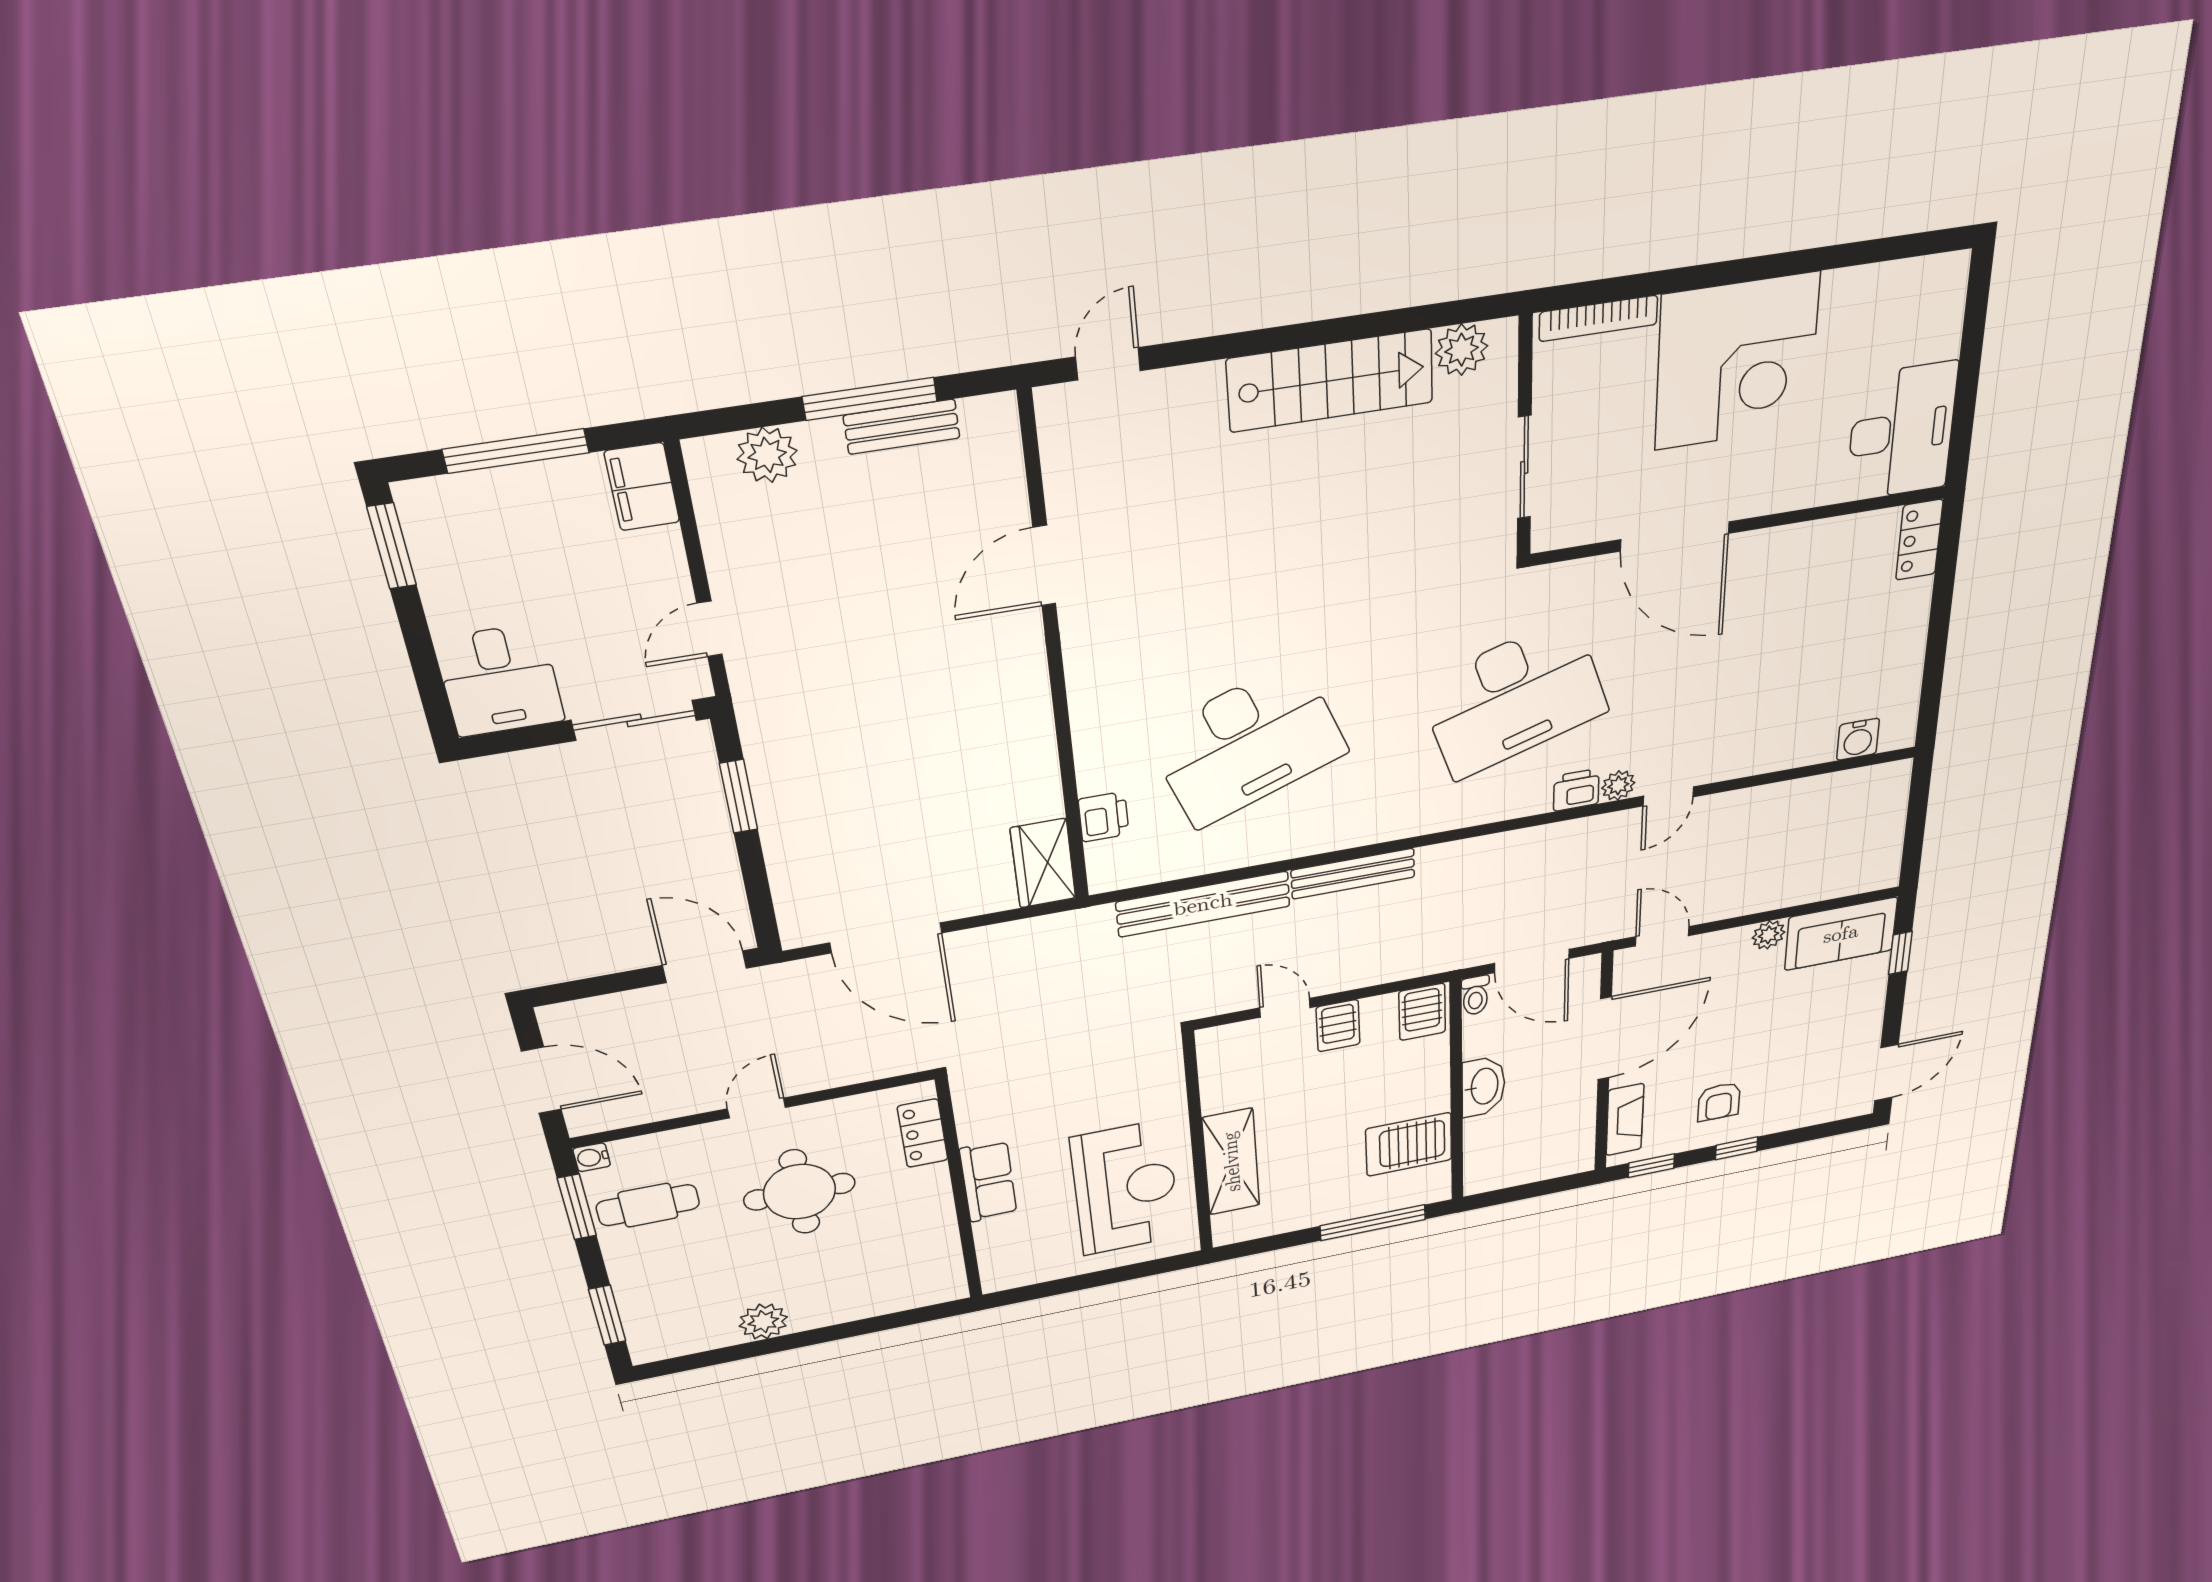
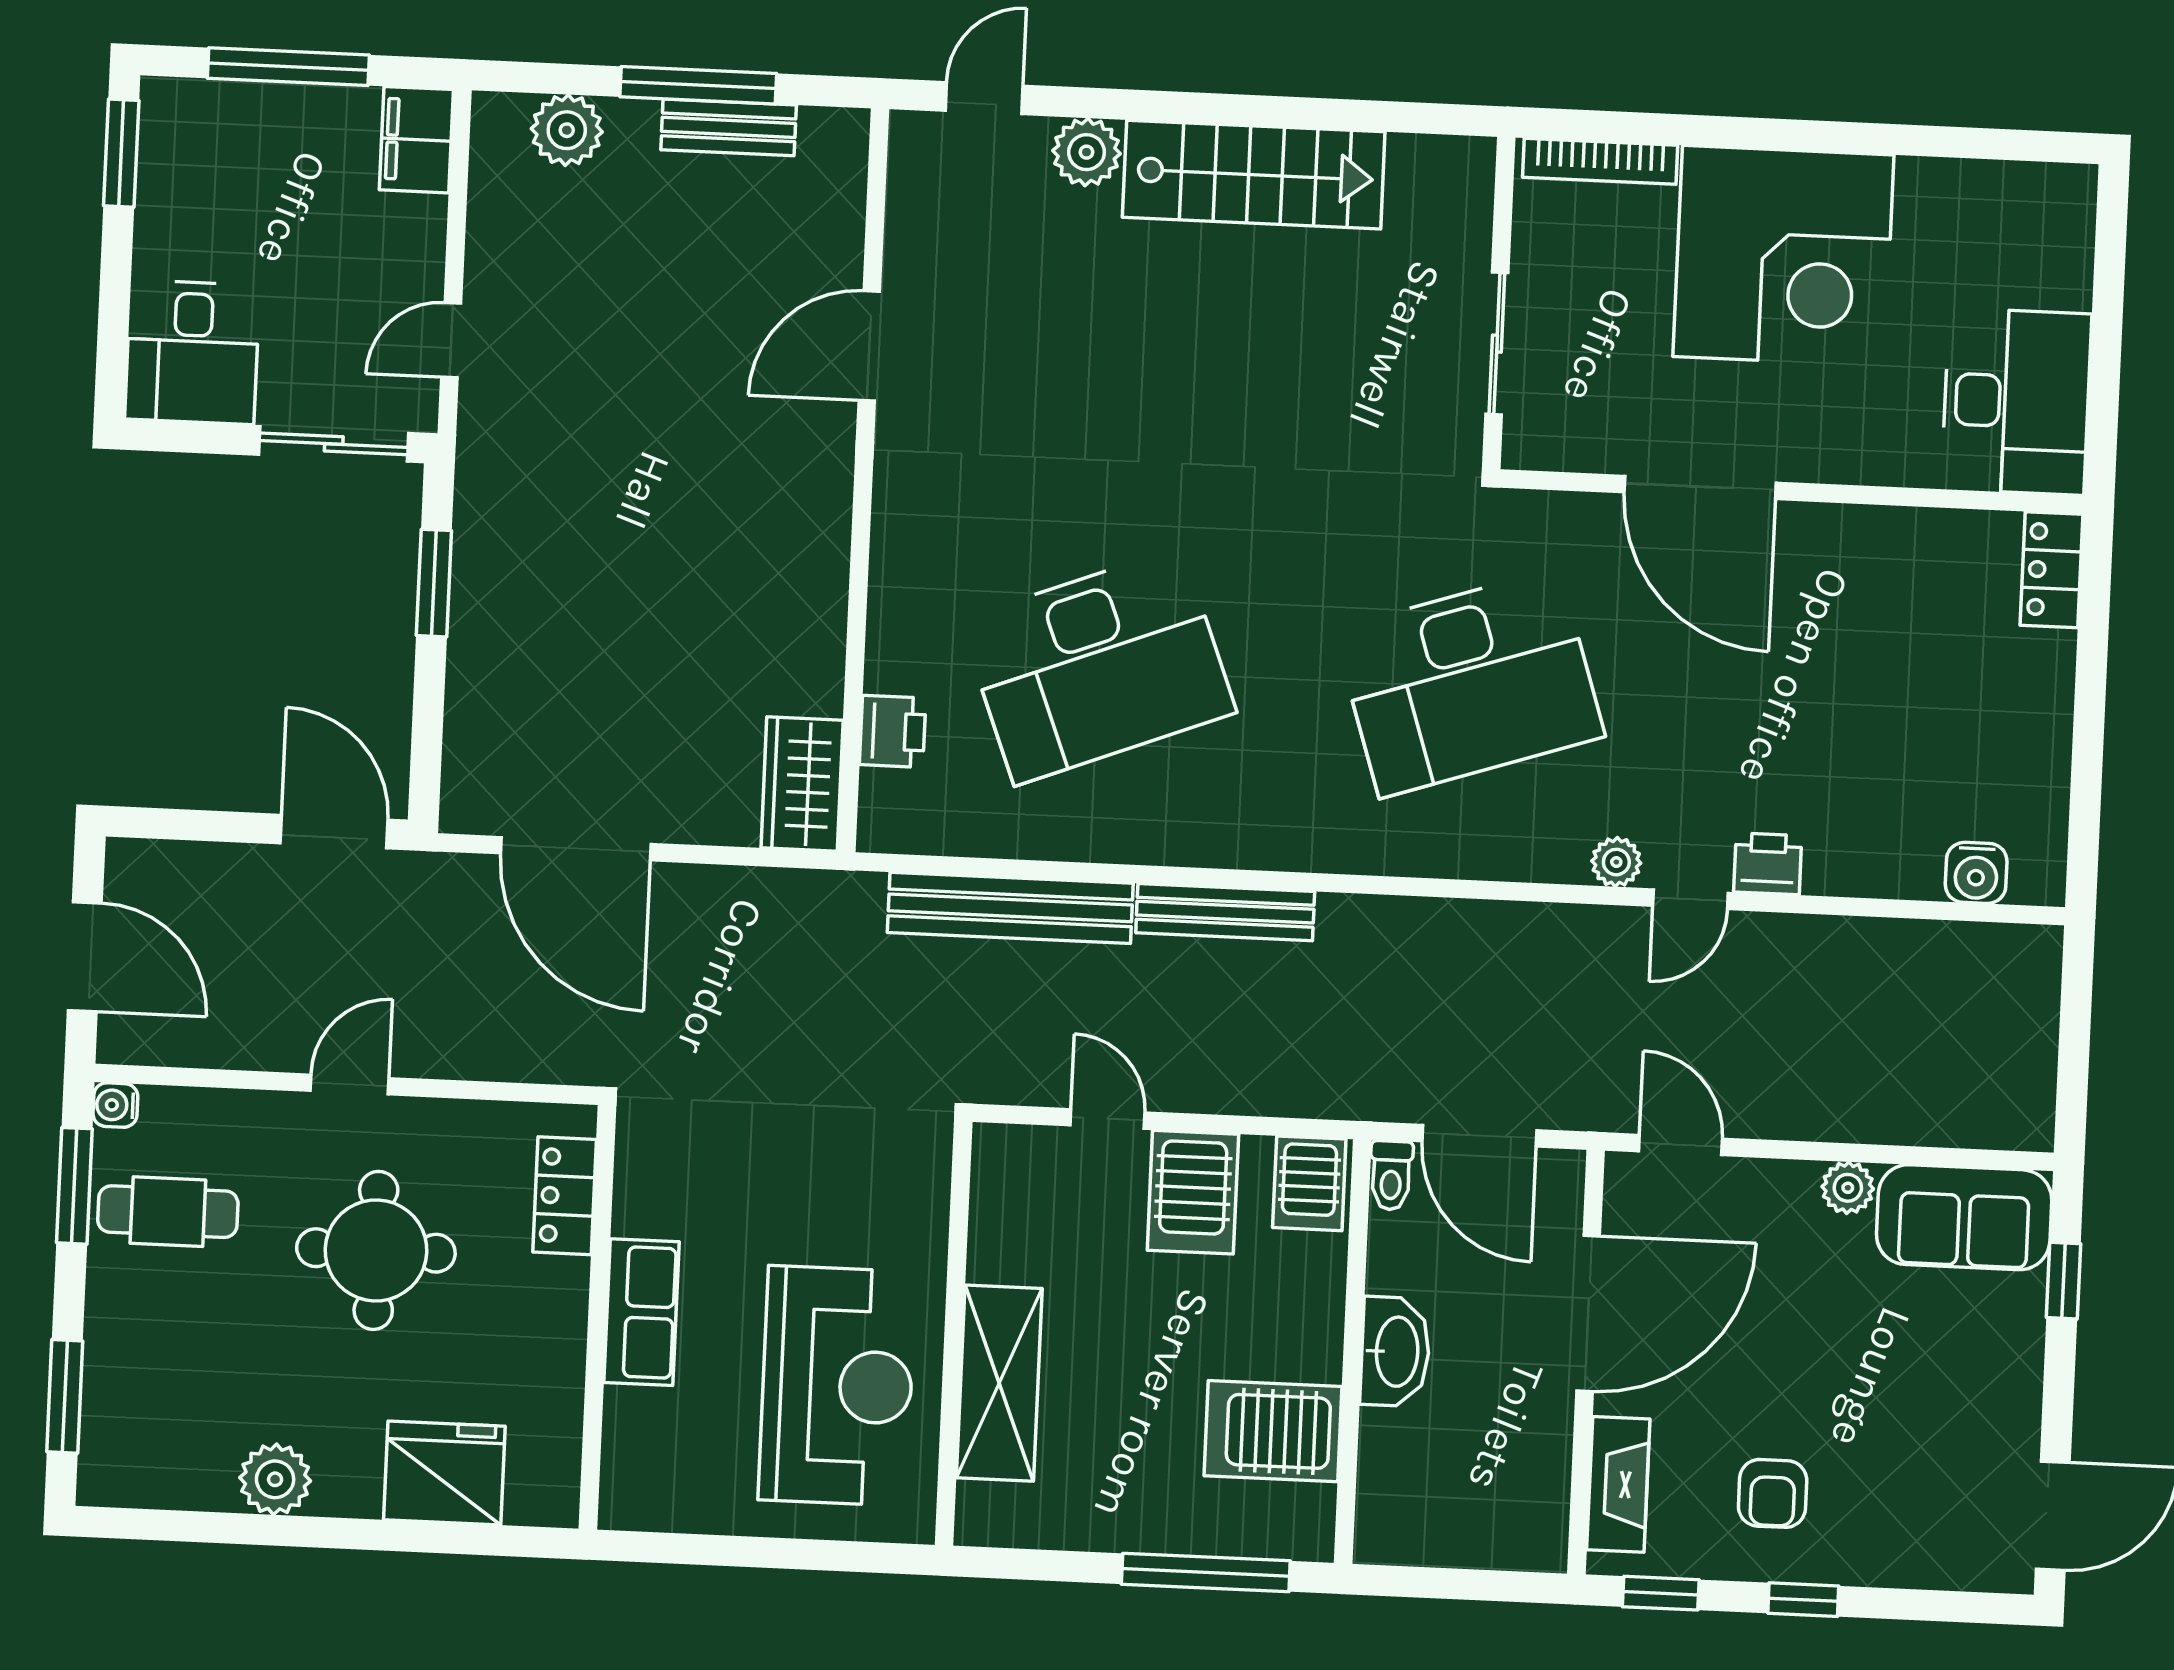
plant: (1462, 350) -> (1087, 152), moved
printer: (1576, 790) -> (1768, 864), moved
server rack: (1338, 1026) -> (1193, 1192), width x1.36, depth x1.44
fridge: (875, 1292) -> (444, 1473), added

